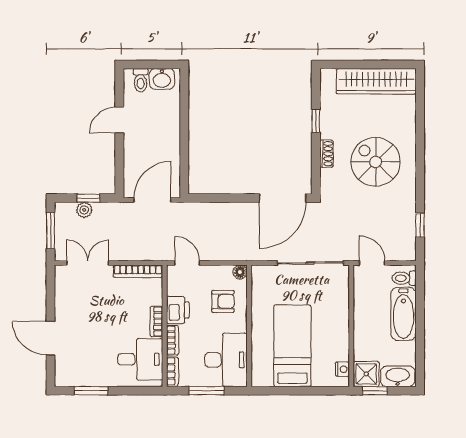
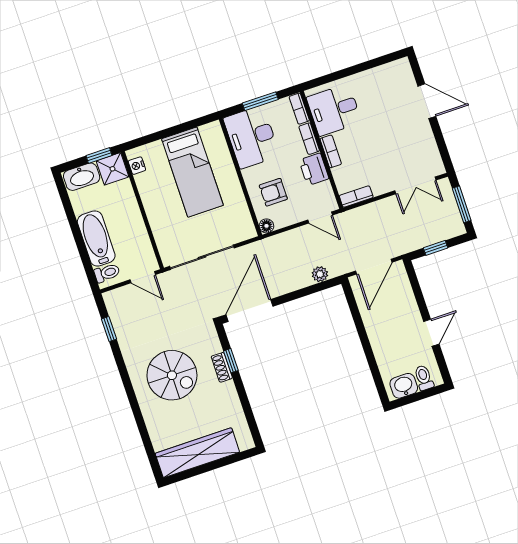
window: (316, 121) -> (231, 361), moved
plant: (84, 210) -> (320, 274), moved
bookcase: (138, 271) -> (356, 196), width x0.64
window: (91, 391) -> (371, 64), removed

